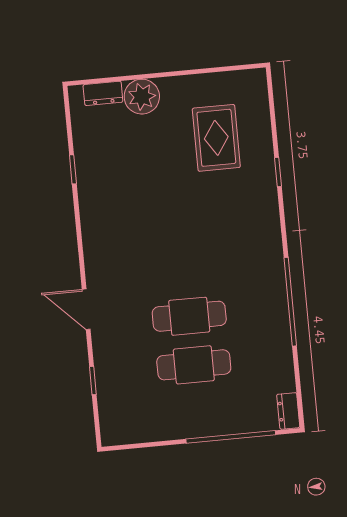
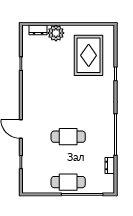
rug: (216, 138) -> (89, 55), width x1.37, depth x1.44
cafe table: (194, 365) -> (68, 182), moved
dresser: (288, 411) -> (110, 165), moved

